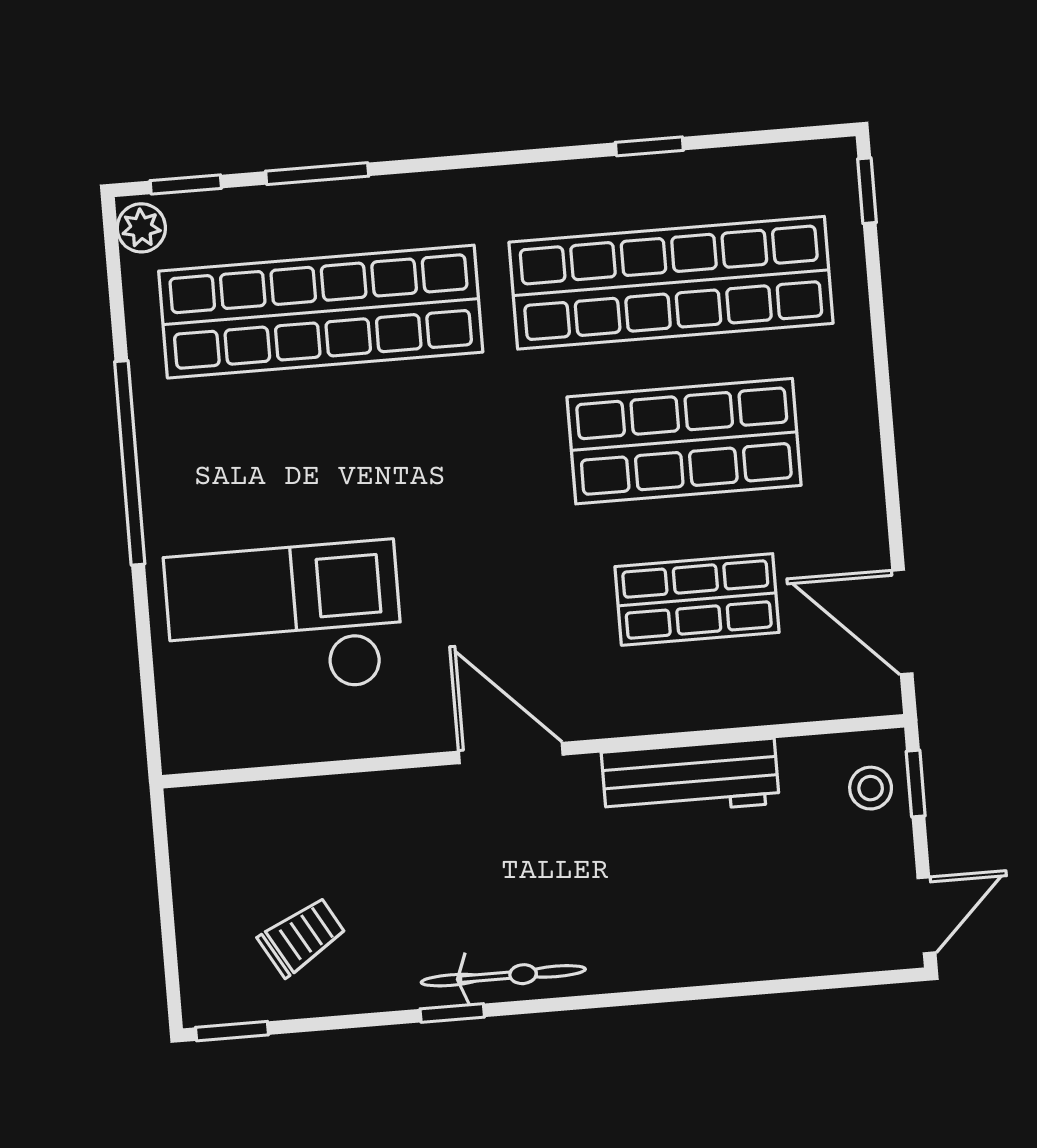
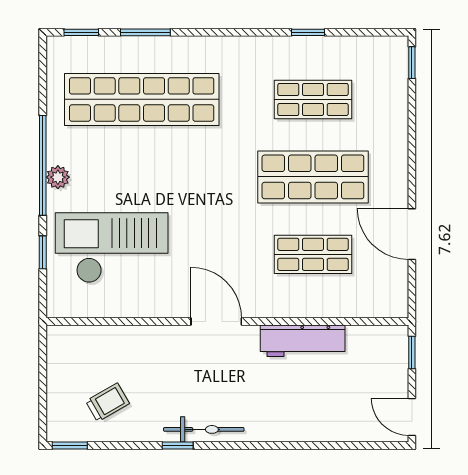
plant: (141, 228) -> (58, 177), moved
shop shelf: (671, 283) -> (313, 99), width x0.50, depth x0.74
door: (902, 622) -> (412, 234), moved
window: (144, 641) -> (43, 252), added
stool: (871, 788) -> (390, 353), removed
door: (927, 915) -> (412, 417), swing flipped

